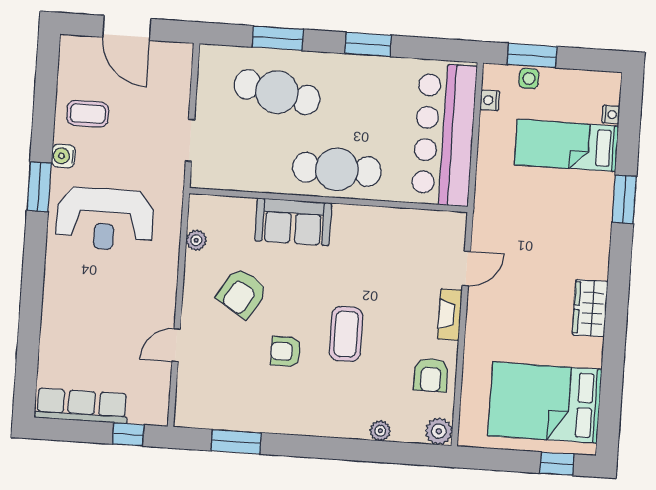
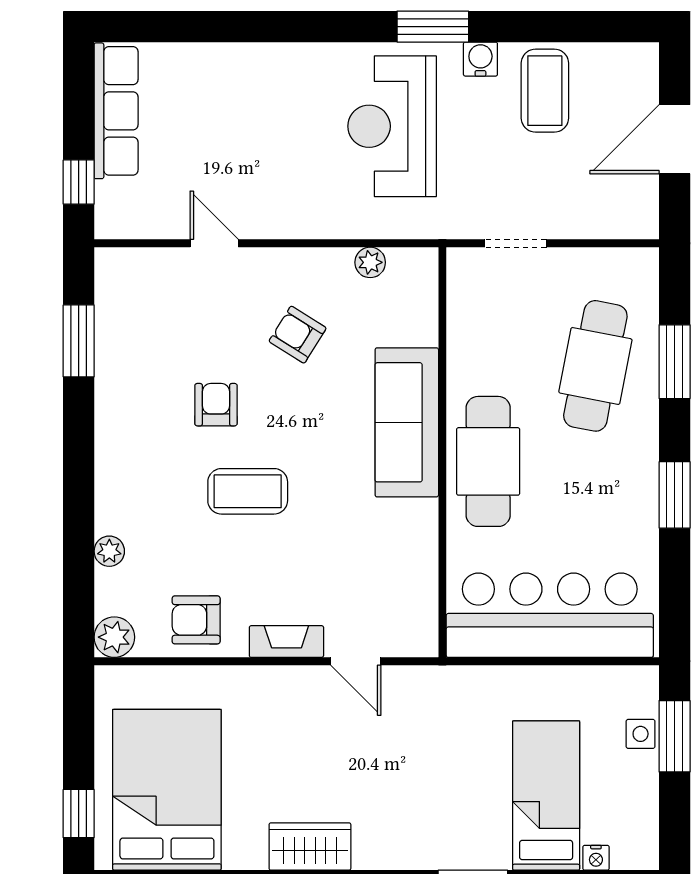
nightstand: (490, 100) -> (605, 679), removed
coffee table: (88, 114) -> (545, 91), width x1.36, depth x1.30
sofa: (293, 222) -> (407, 422), width x1.36
armchair: (242, 293) -> (298, 335), width x0.72, depth x0.72

